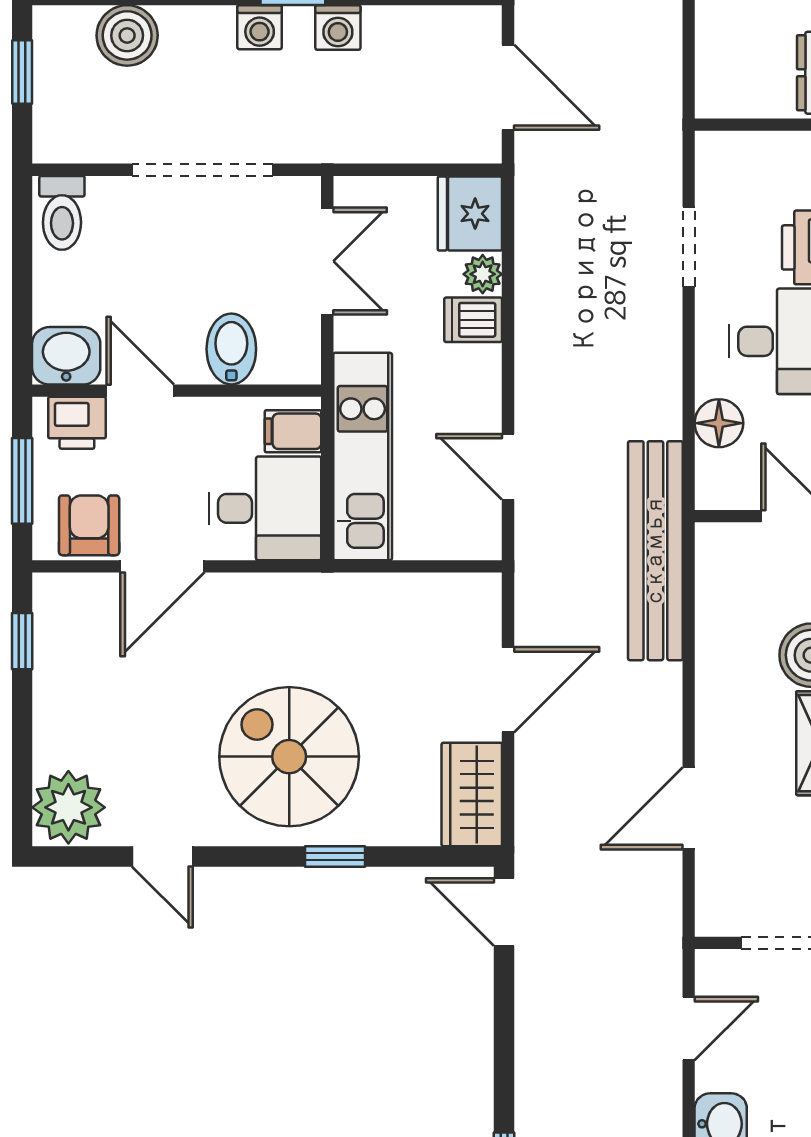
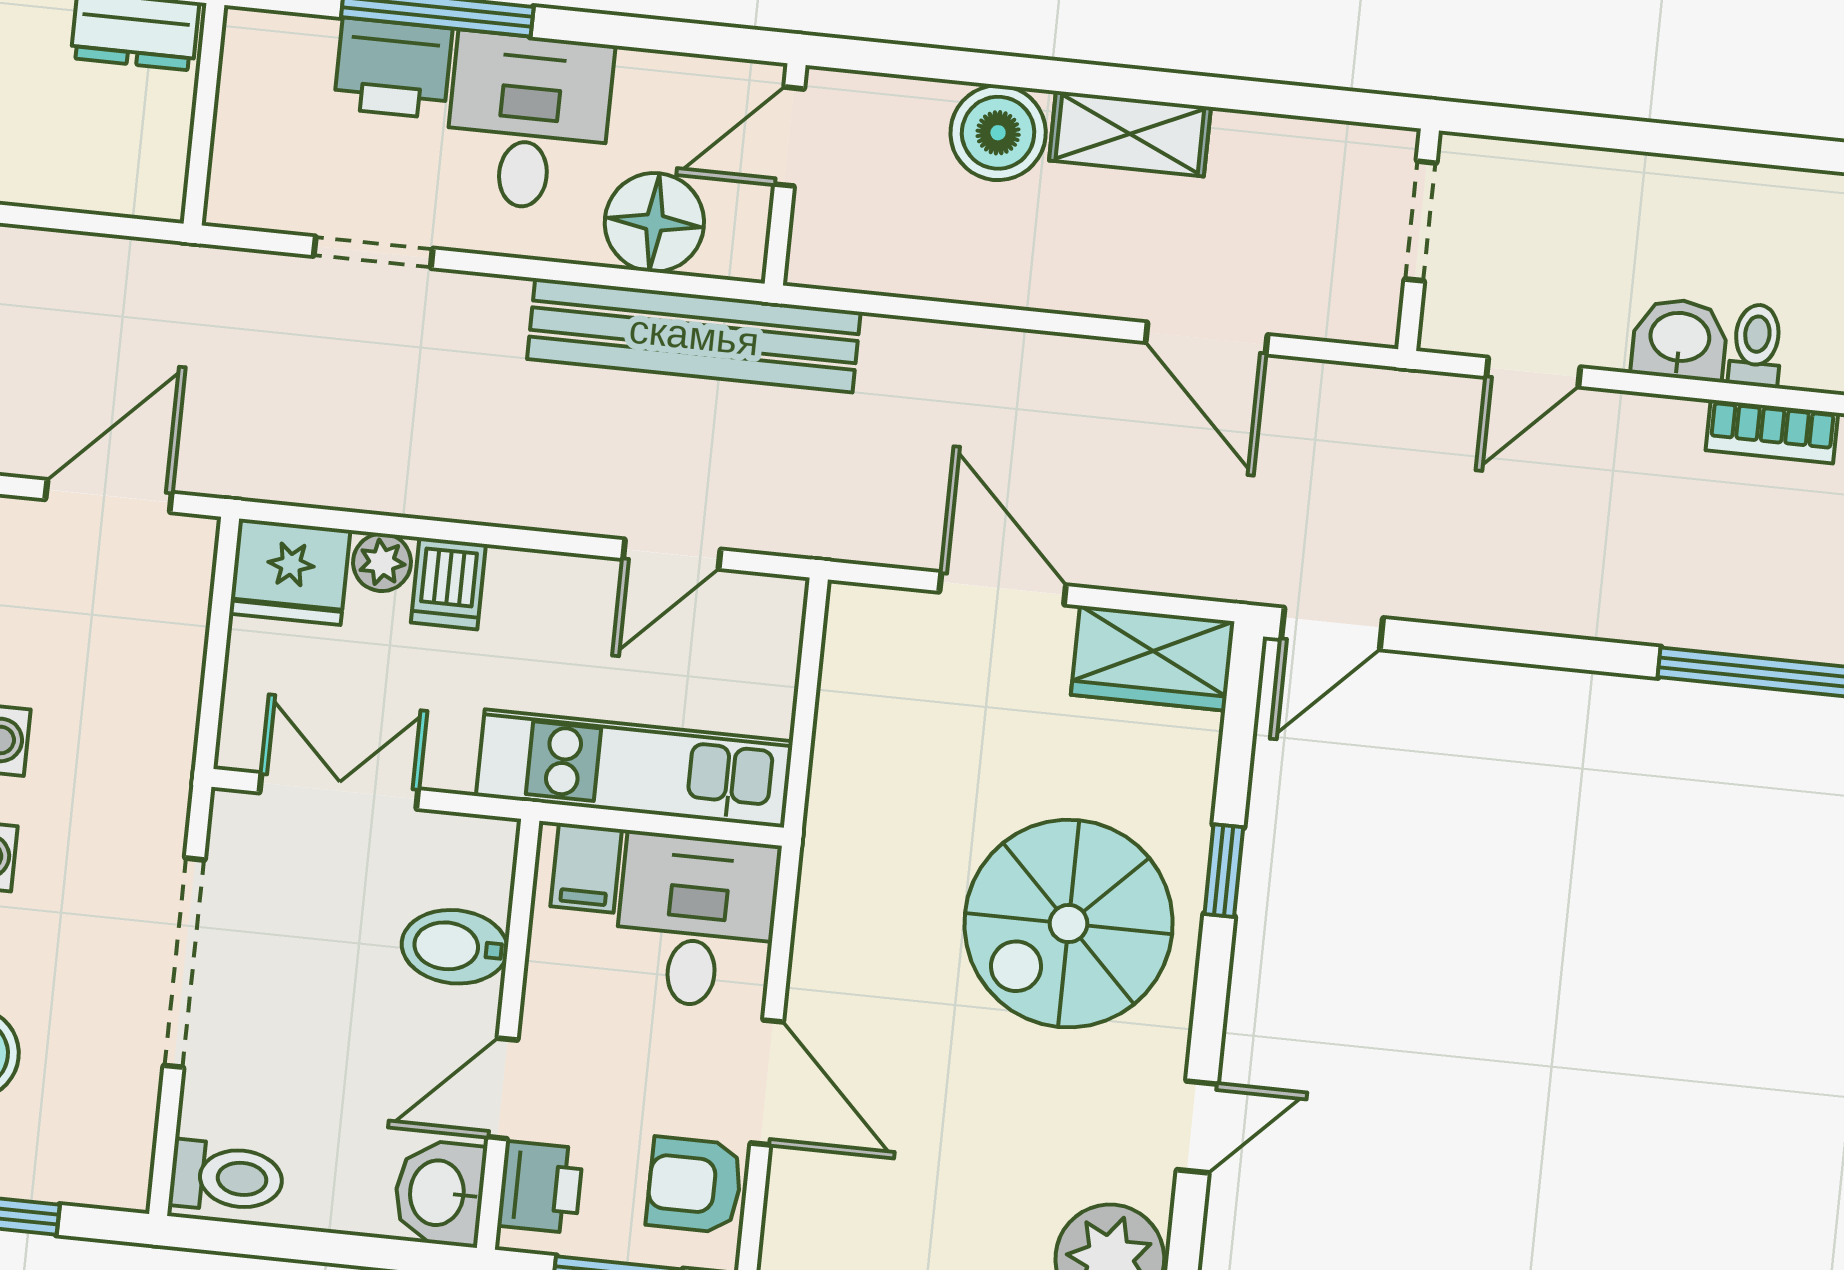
floor lamp: (719, 423) -> (654, 222), width x1.38, depth x1.38
bench: (655, 551) -> (694, 335), moved
door: (689, 1028) -> (1533, 372), swing flipped

